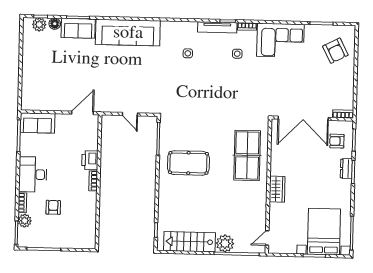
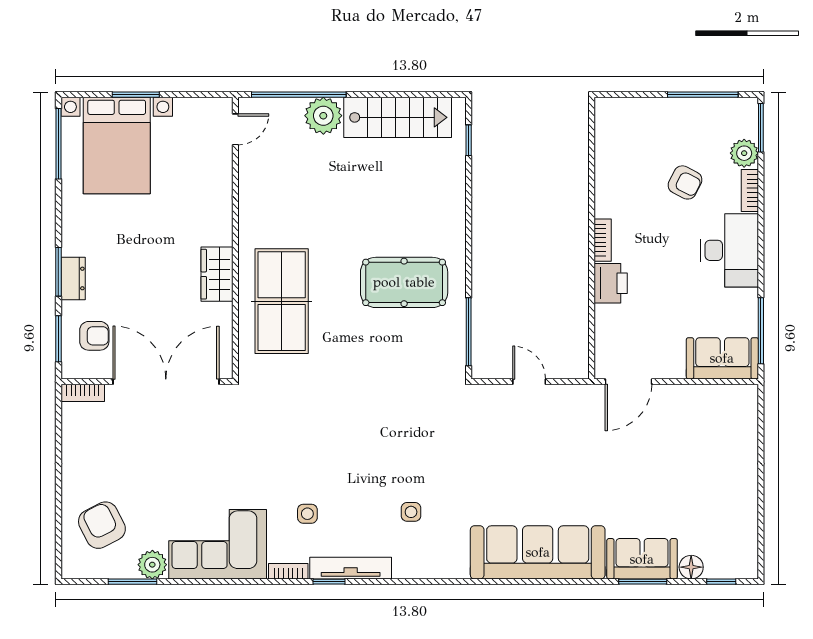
plant: (39, 25) -> (152, 565), moved
wardrobe: (277, 189) -> (217, 274), moved
armchair: (53, 207) -> (685, 182), turned -63

